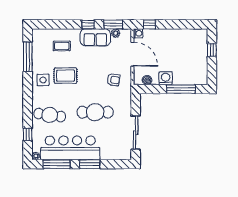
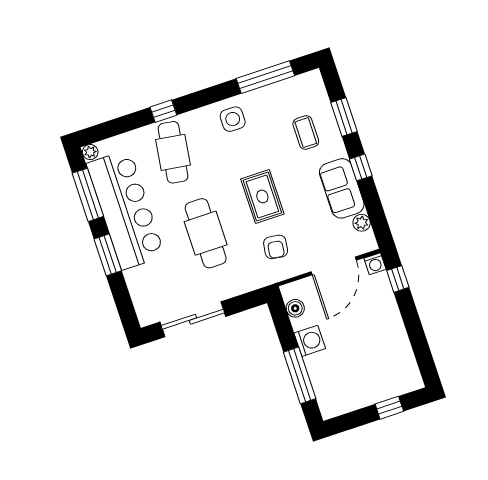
window: (113, 24) -> (344, 117), moved
rug: (65, 76) -> (262, 196), moved
window: (28, 134) -> (163, 111), moved

